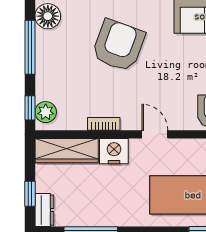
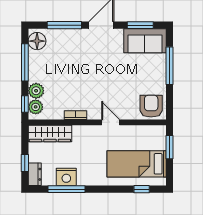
armchair: (118, 45) -> (86, 61), removed
plant: (46, 88) -> (36, 91), added
nightstand: (114, 151) -> (66, 177), moved, turned 180

